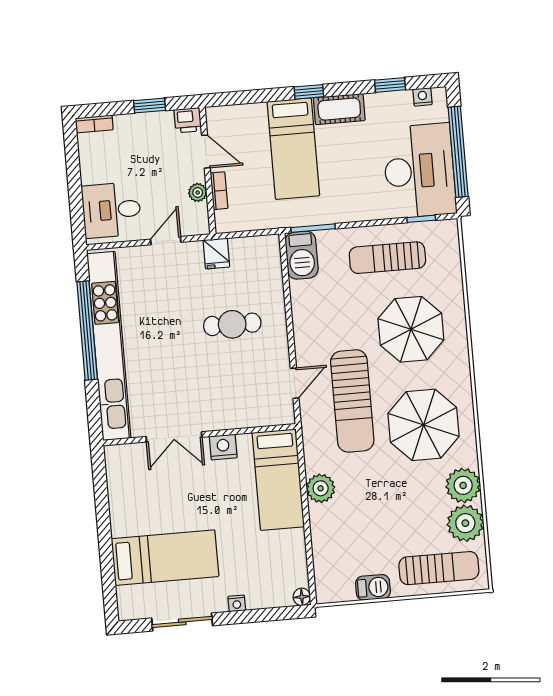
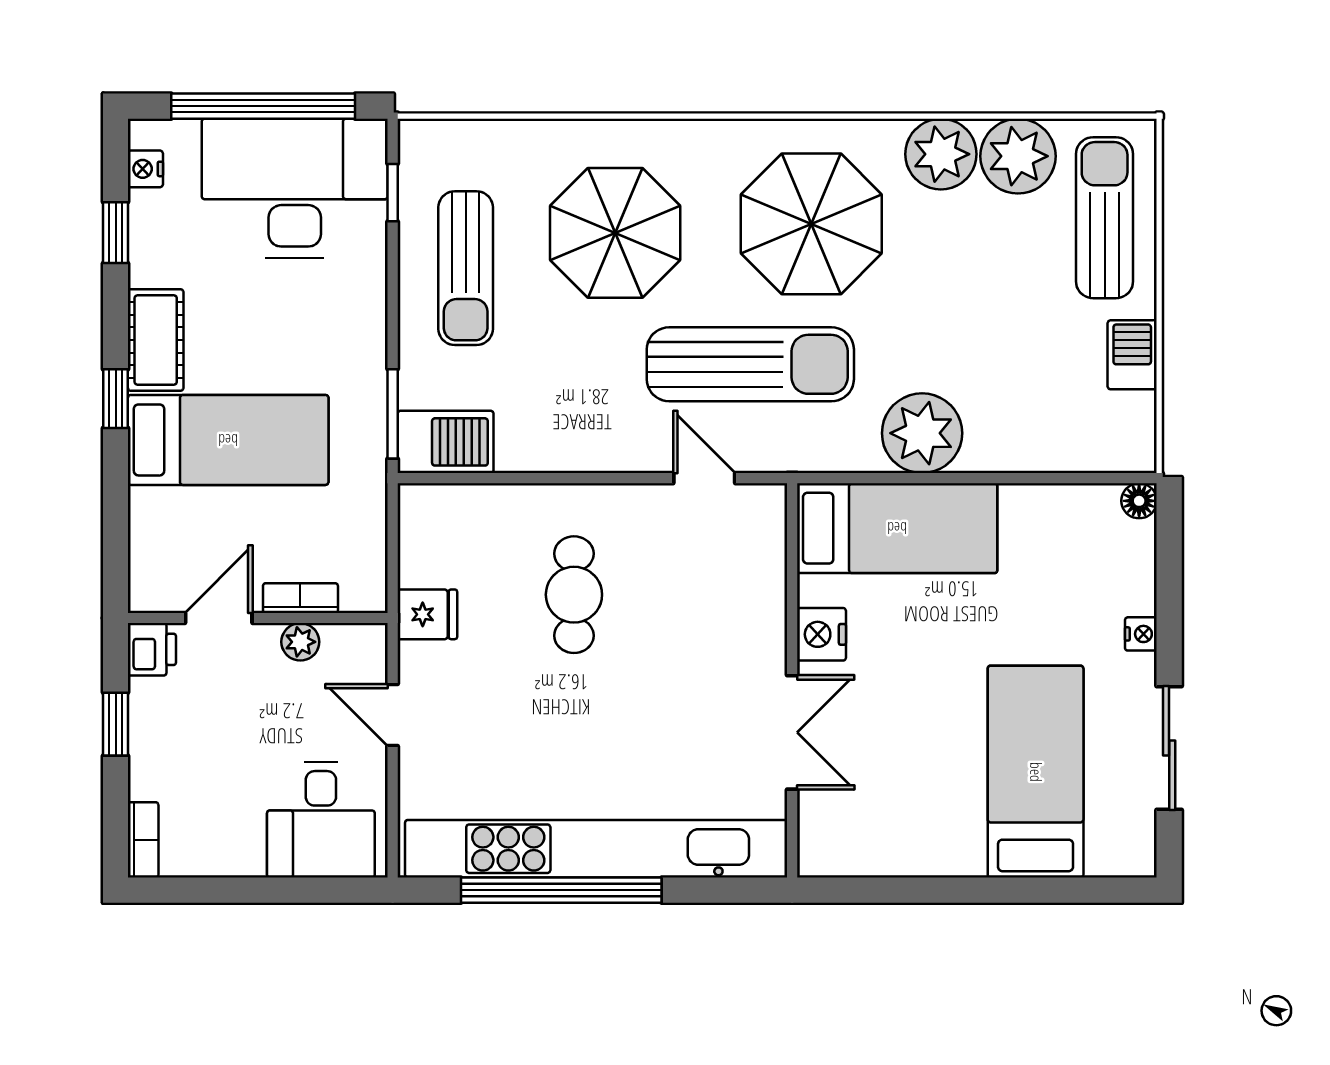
plant: (321, 488) -> (922, 433), width x1.36, depth x1.36

